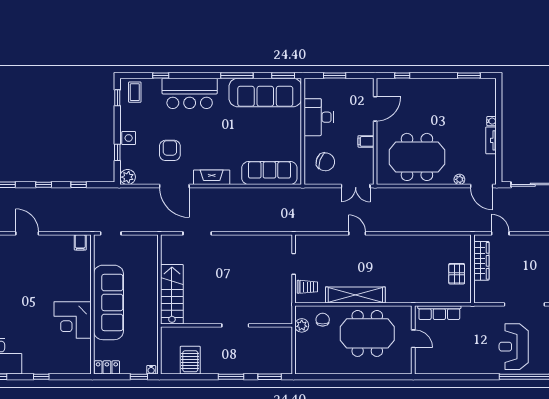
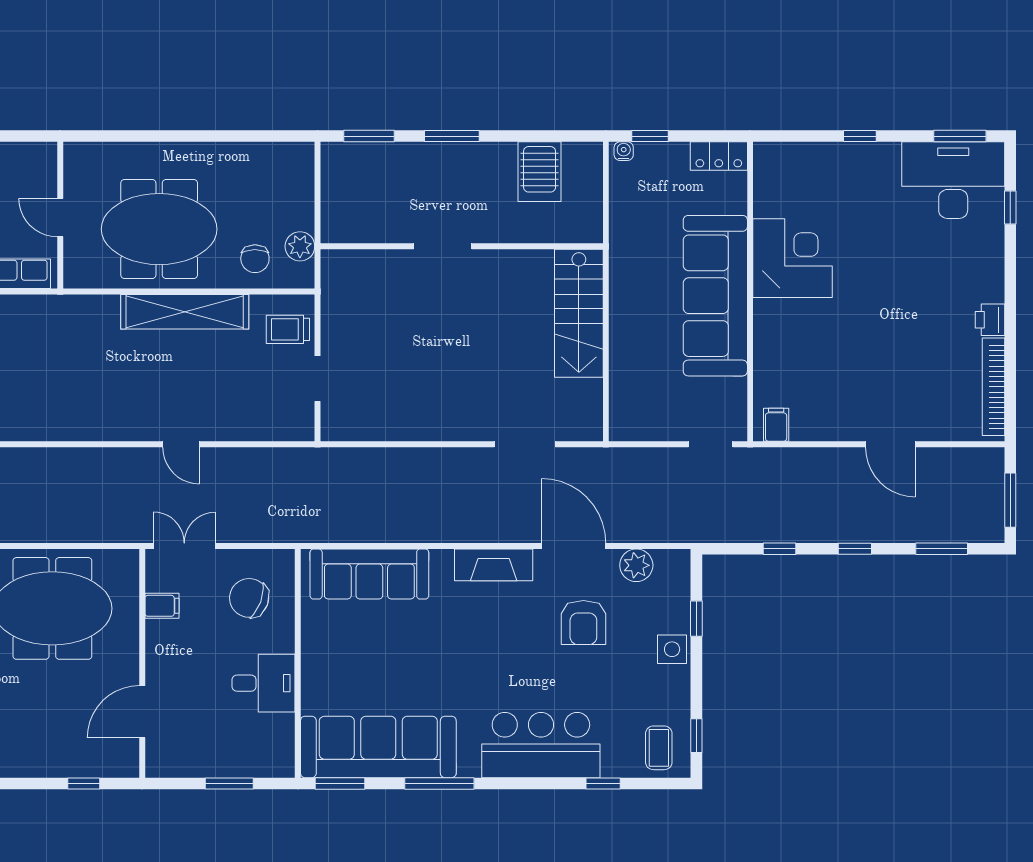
desk: (319, 117) -> (264, 683), width x0.73
filing cabinet: (366, 141) -> (162, 606), moved
plant: (128, 177) -> (636, 565), moved

